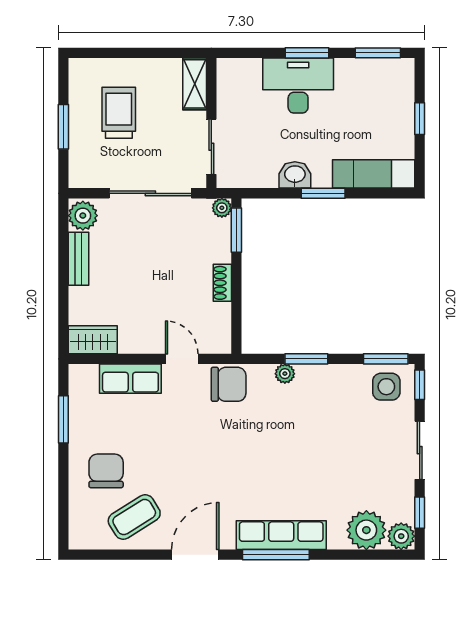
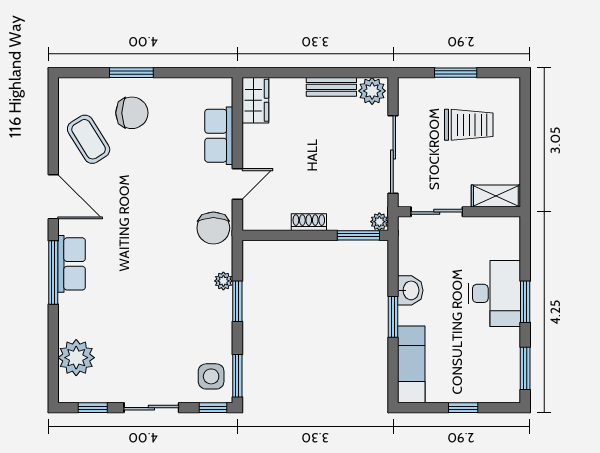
window: (63, 419) -> (131, 73), moved
row of seats: (281, 535) -> (72, 264), width x0.68
plant: (401, 536) -> (71, 390), removed

